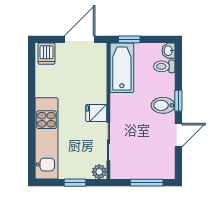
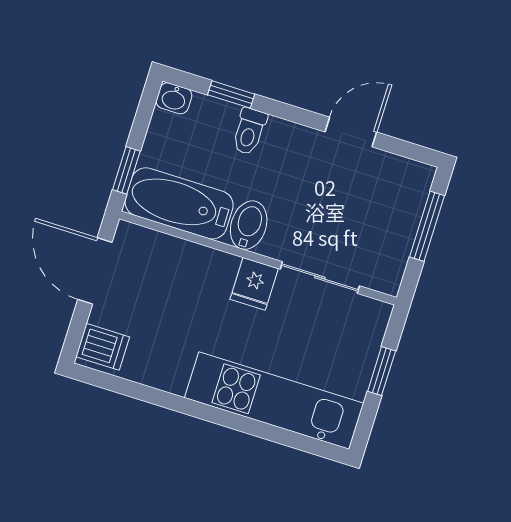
toilet: (164, 66) -> (249, 131), moved
window: (178, 101) -> (231, 94), moved
bidet: (163, 105) -> (249, 225), moved, turned 180
door: (178, 135) -> (351, 132), hinge flipped
plant: (99, 172) -> (375, 315), removed

